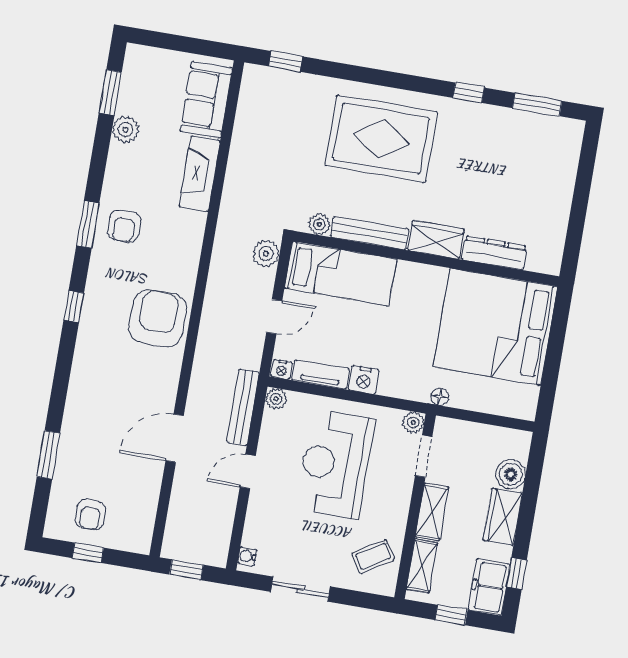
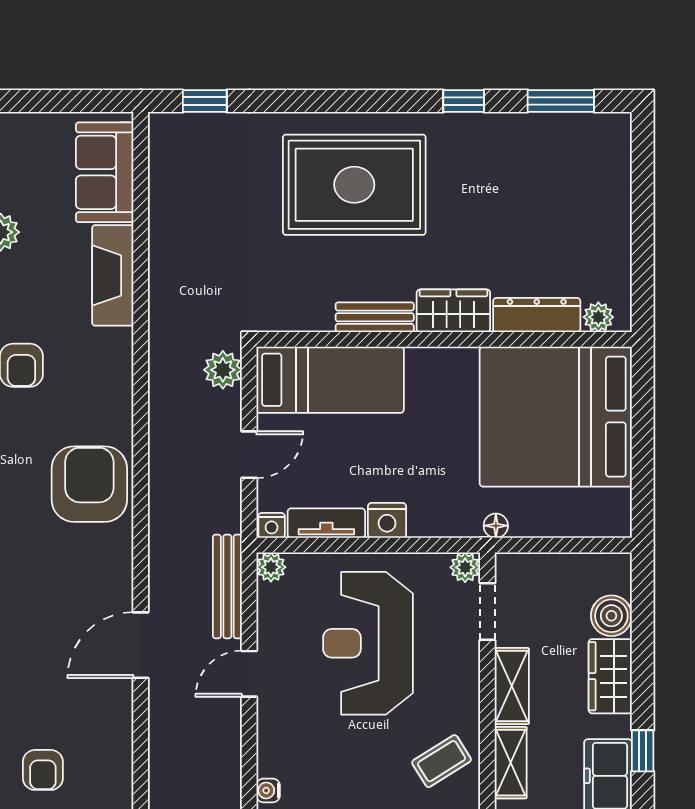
plant: (319, 224) -> (598, 317), moved
bench: (370, 233) -> (375, 317), width x0.73

